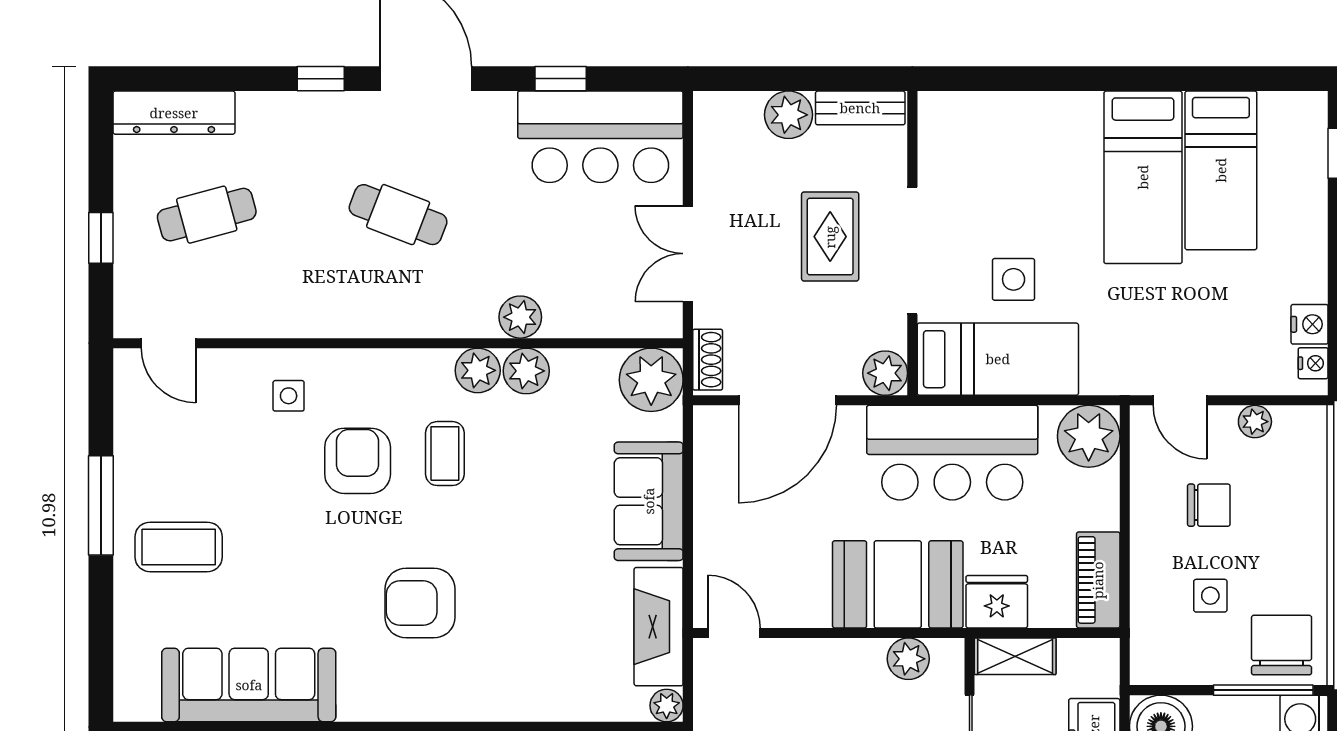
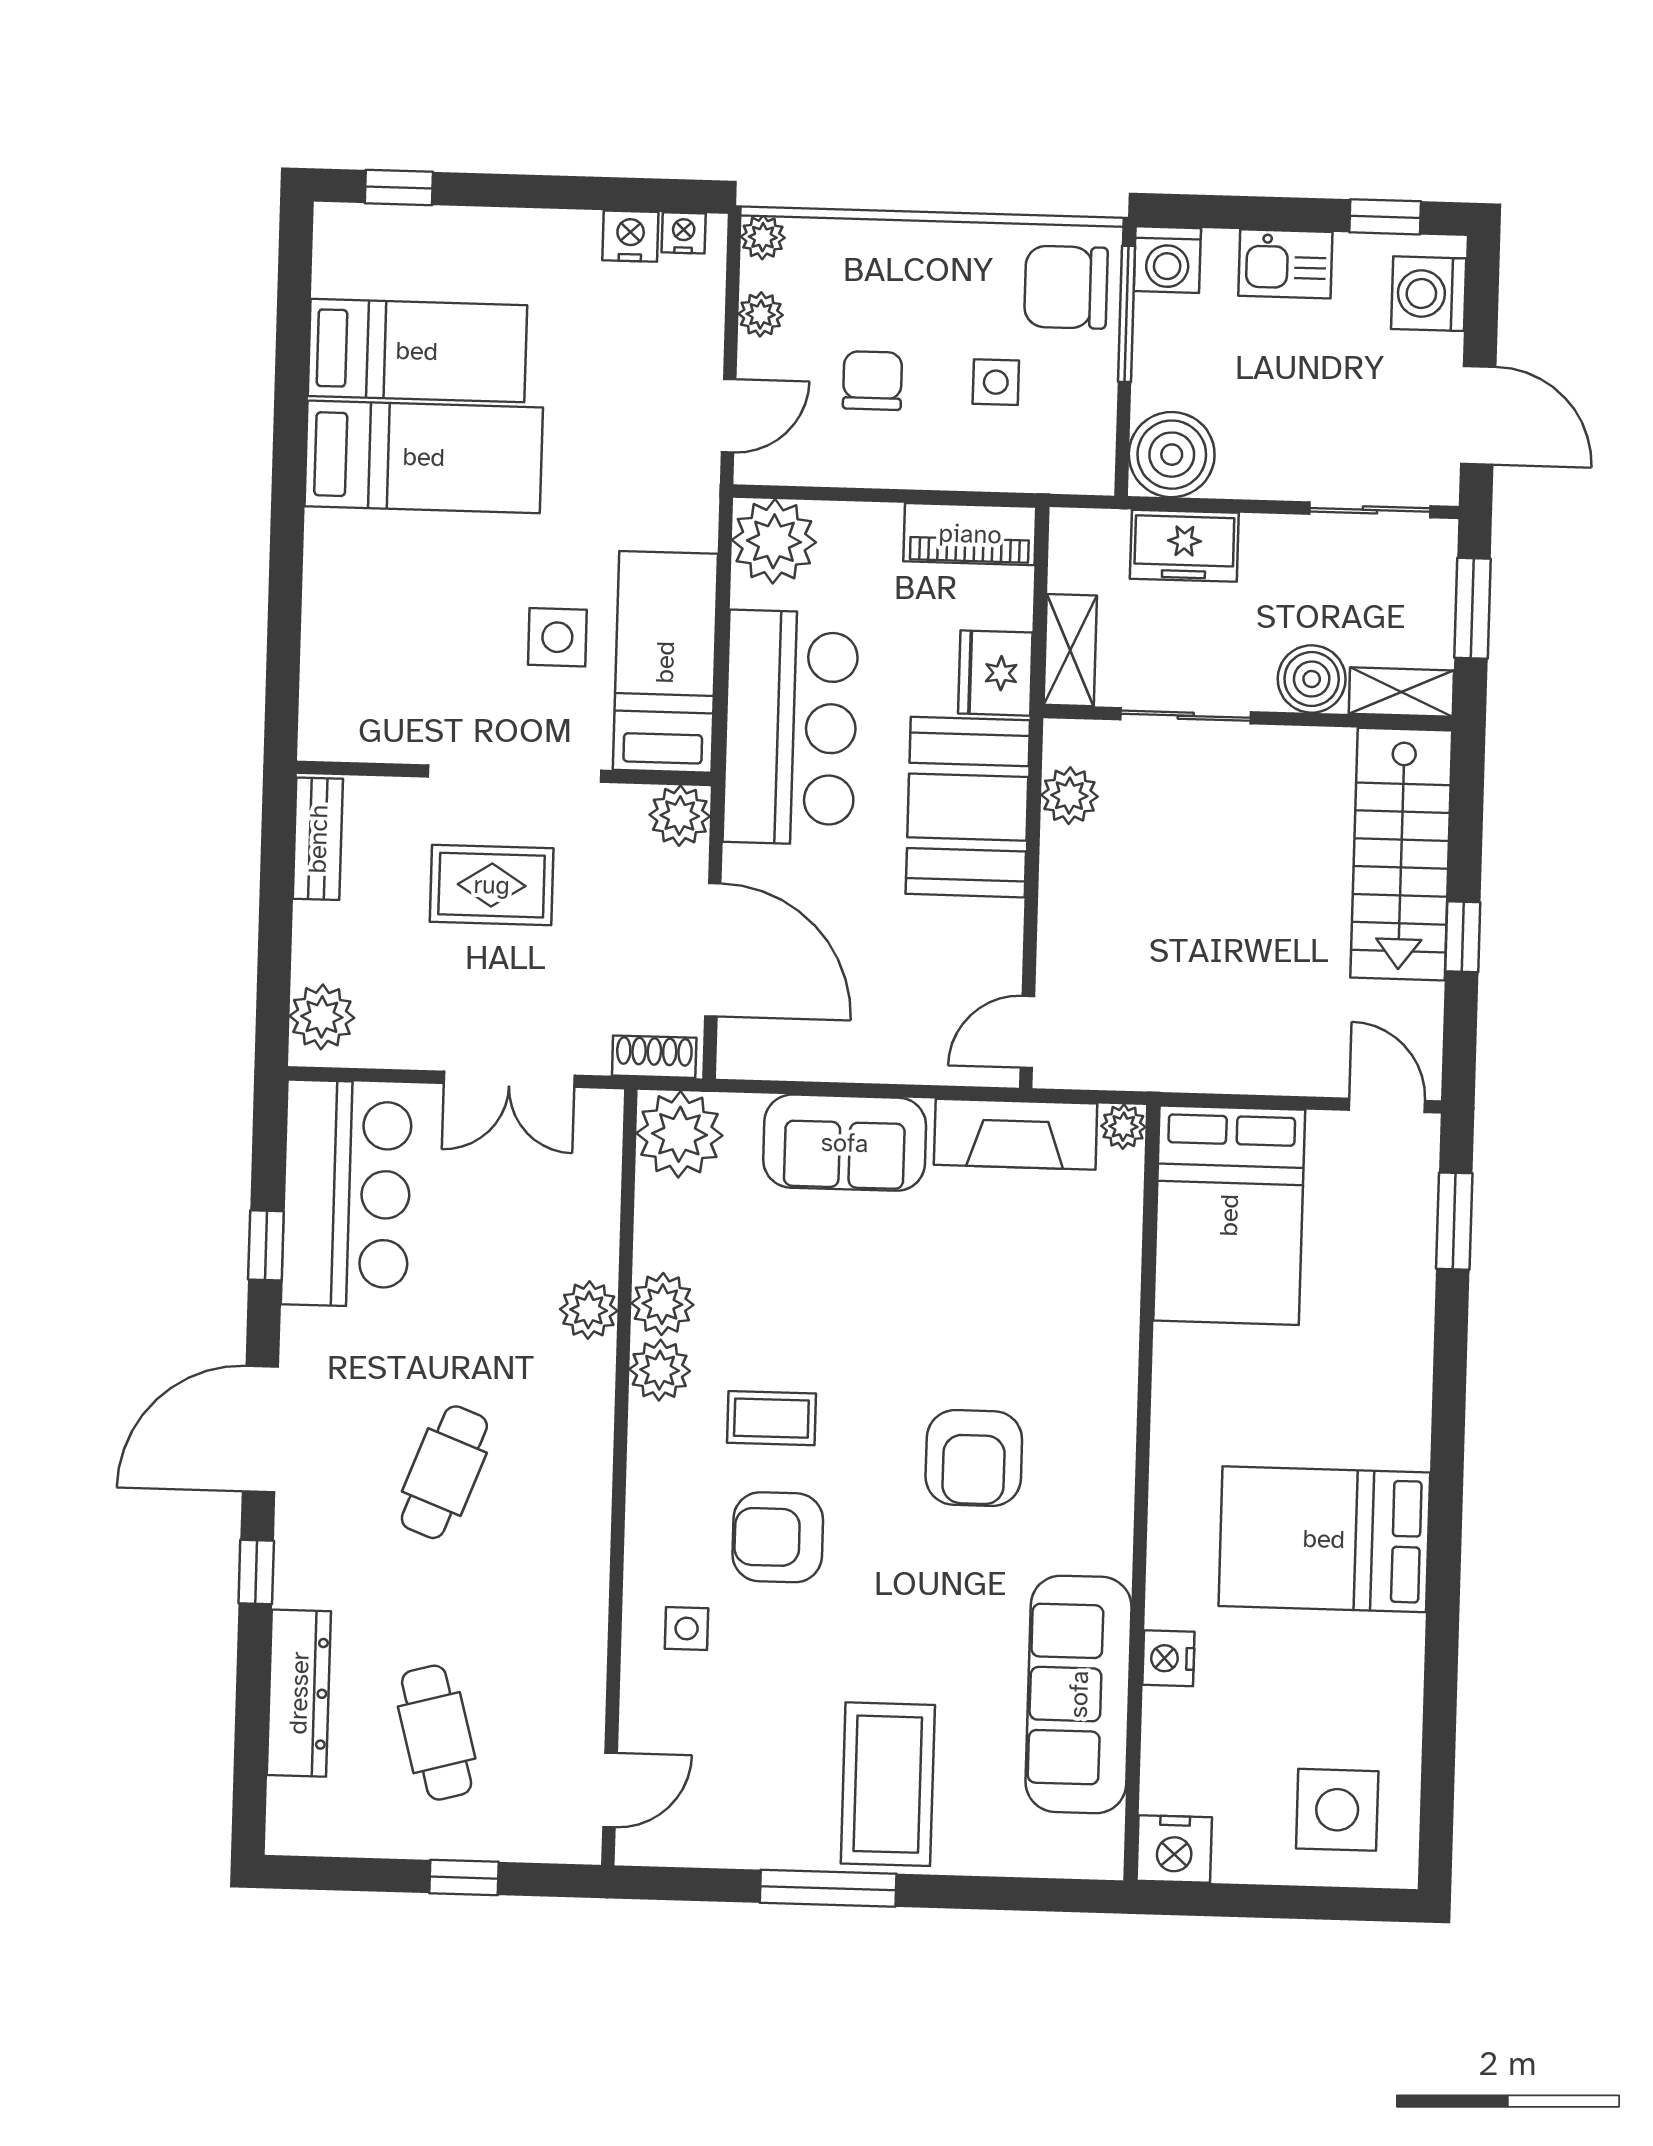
dresser: (174, 113) -> (299, 1693), moved
plant: (789, 115) -> (322, 1017), moved
plant: (1312, 421) -> (763, 237), added
coffee table: (179, 547) -> (888, 1784), width x1.36, depth x1.32

